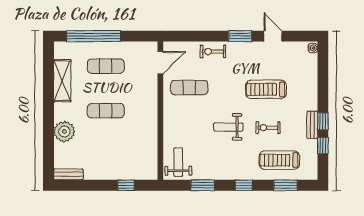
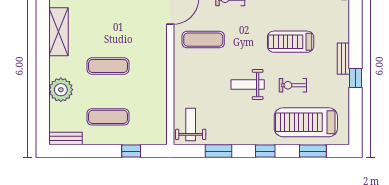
exercise mat: (106, 66) -> (108, 117), moved
bench: (312, 125) -> (343, 59), moved
window: (323, 146) -> (355, 106), removed
treadmill: (279, 160) -> (306, 122), width x1.37, depth x1.37

